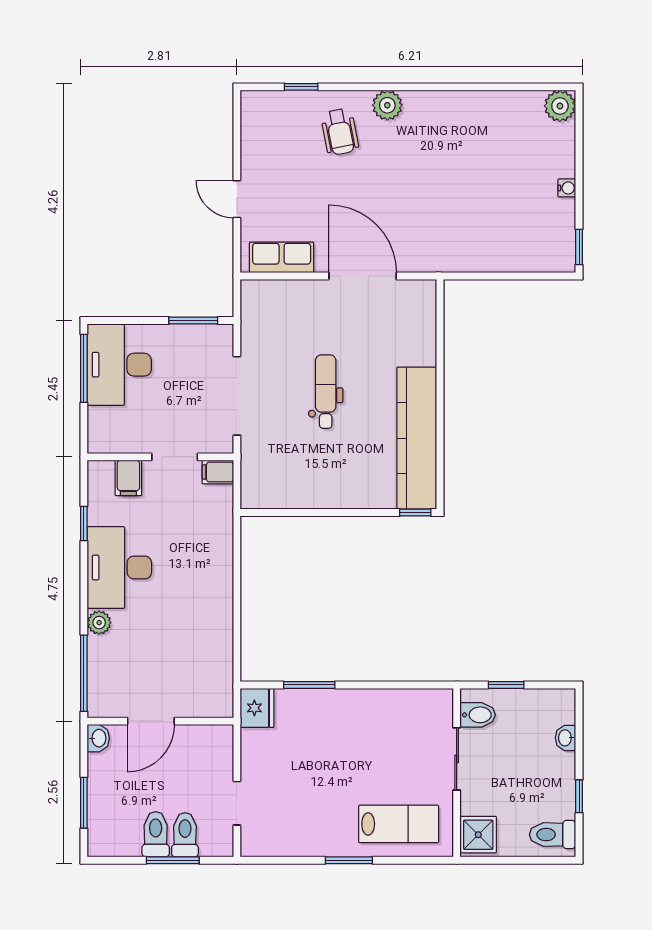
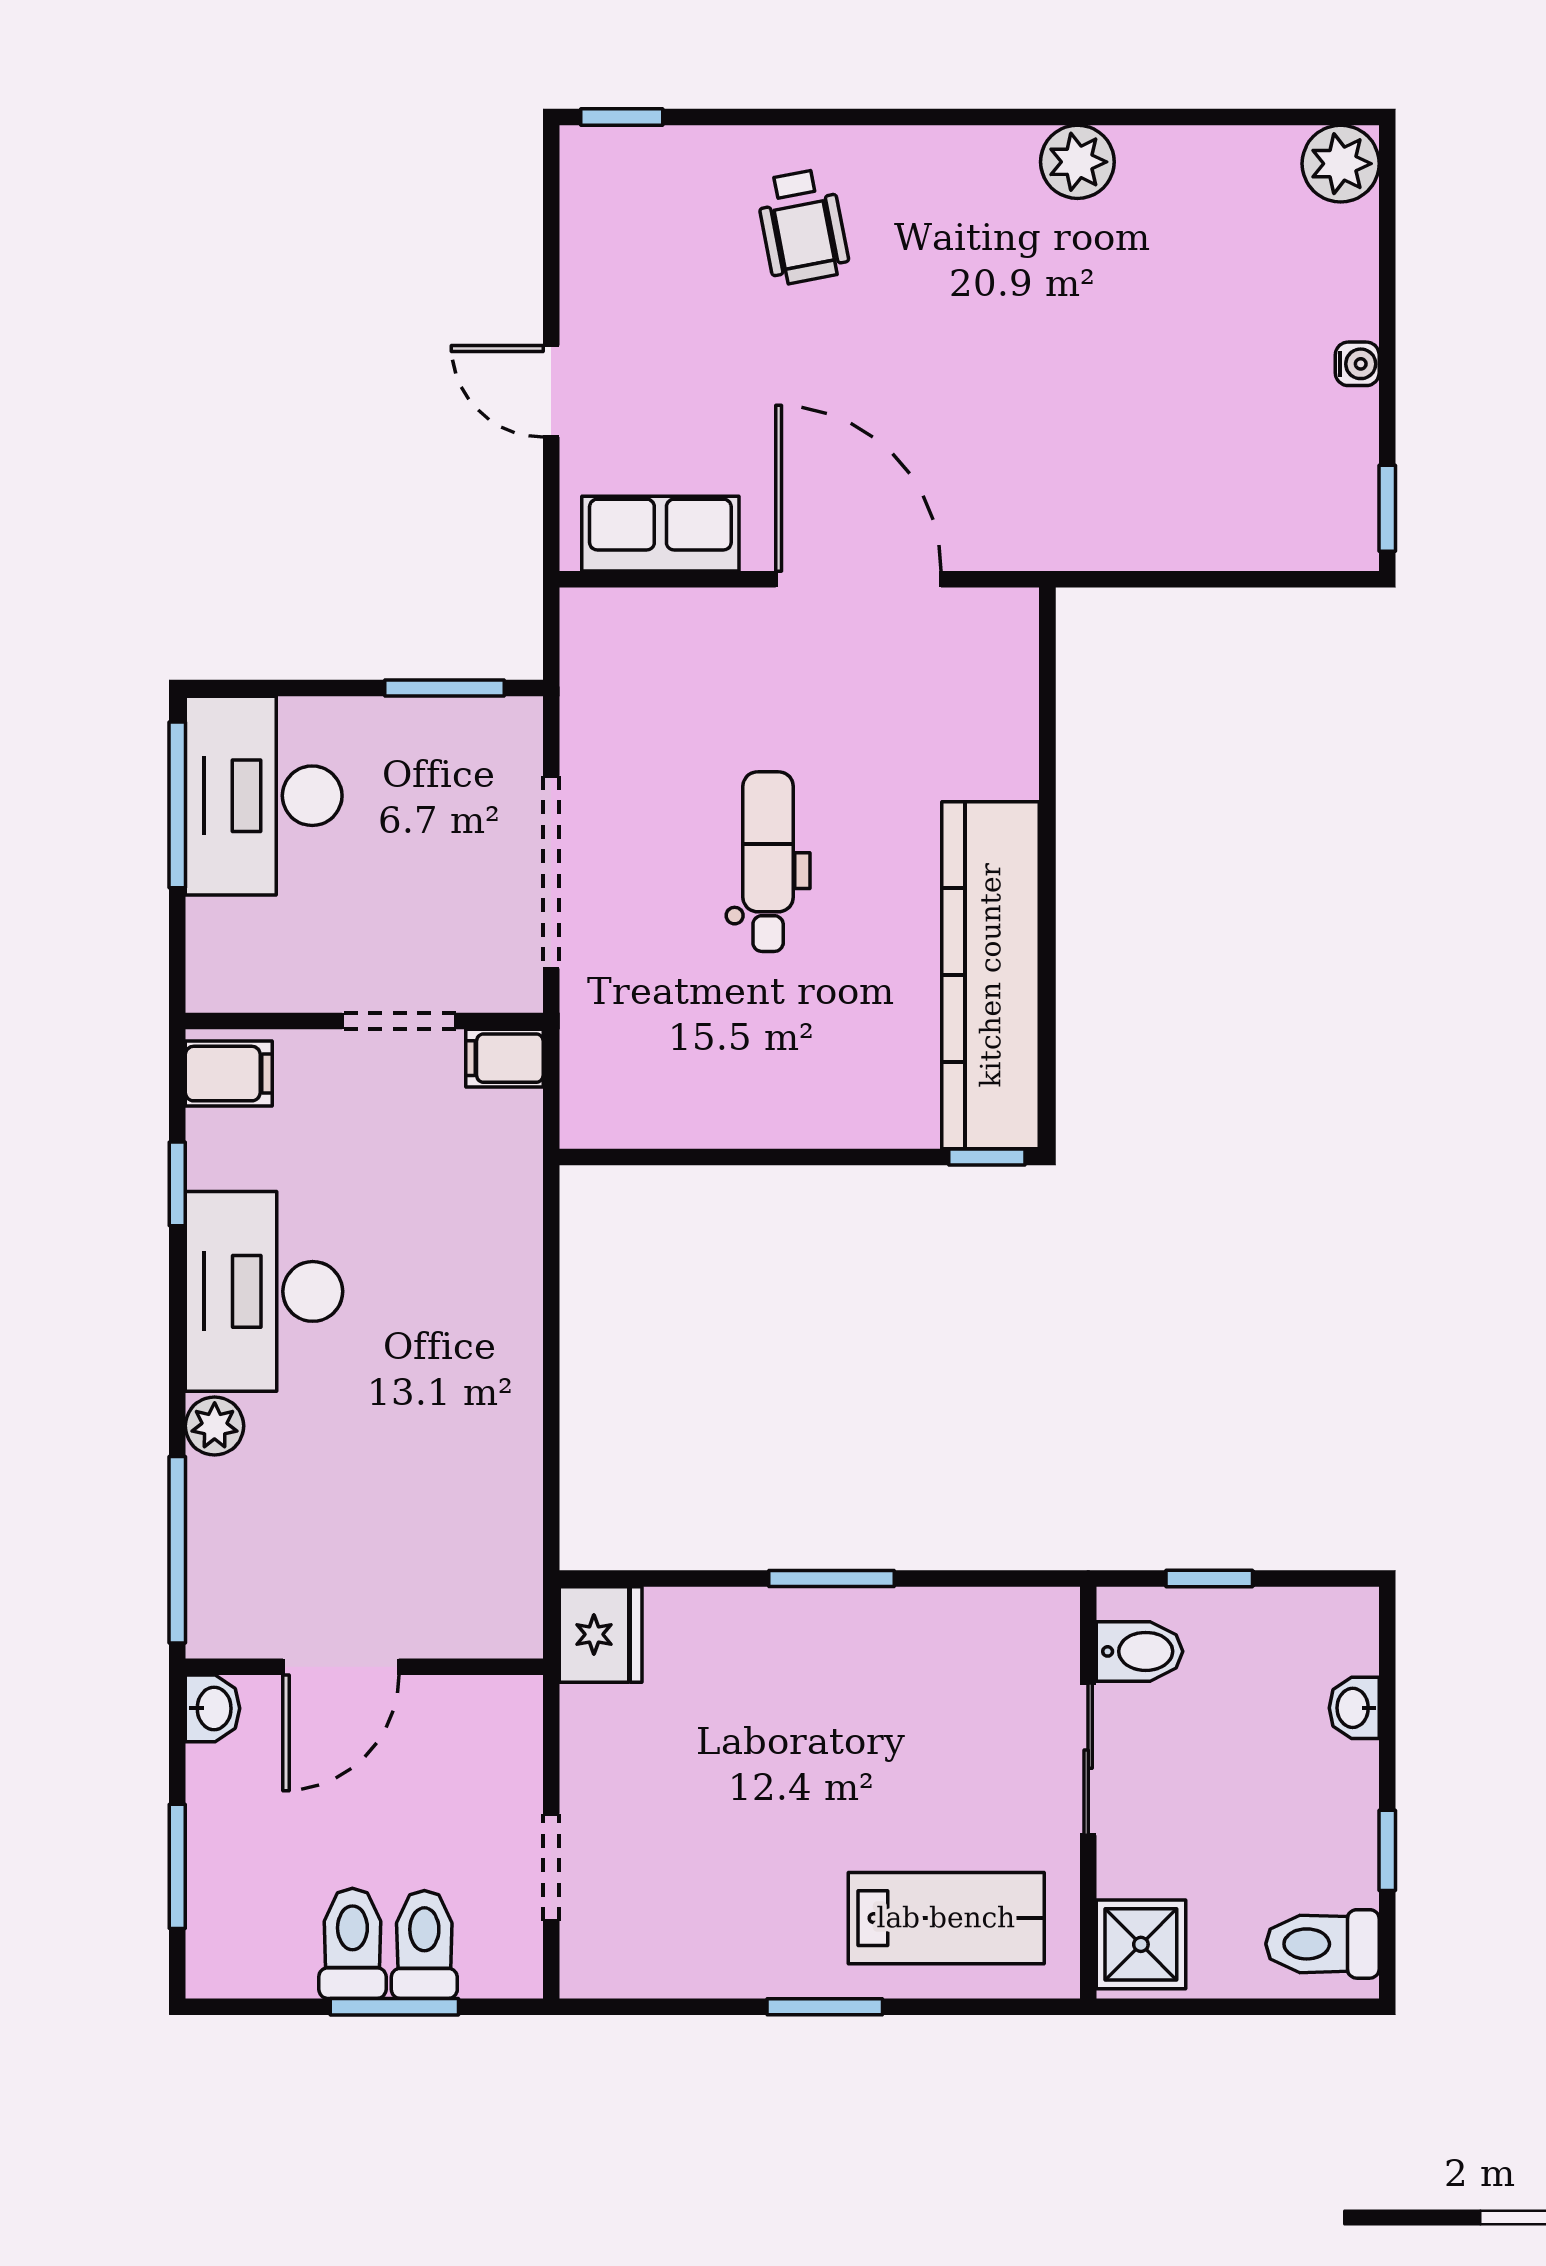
window: (301, 87) -> (622, 117), moved
plant: (387, 105) -> (1077, 162), moved
filing cabinet: (128, 478) -> (229, 1074), moved, turned -90
window: (309, 685) -> (831, 1578), moved

